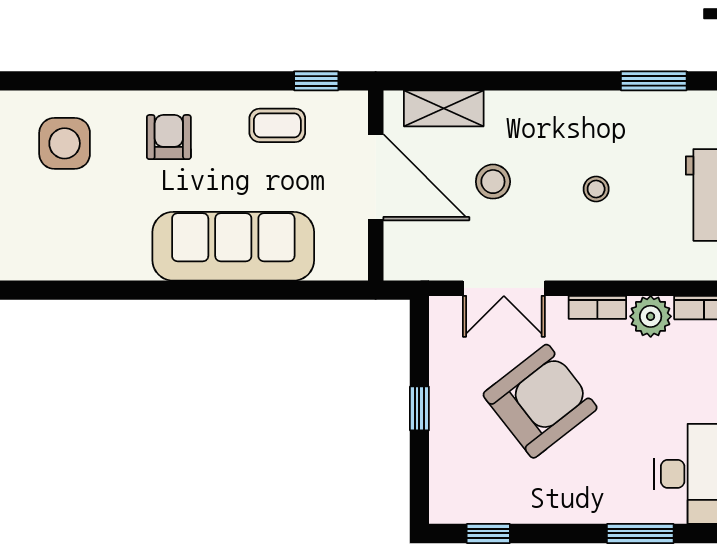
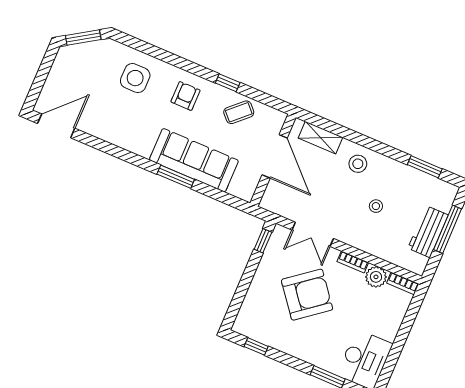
window: (316, 81) -> (228, 83), moved
coffee table: (277, 125) -> (239, 112), turned -43
stool: (493, 182) -> (358, 164), moved
window: (213, 290) -> (176, 177), added
window: (419, 408) -> (263, 241), moved

